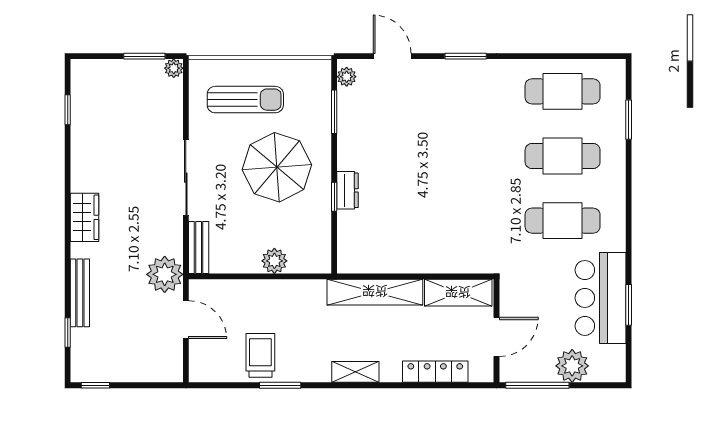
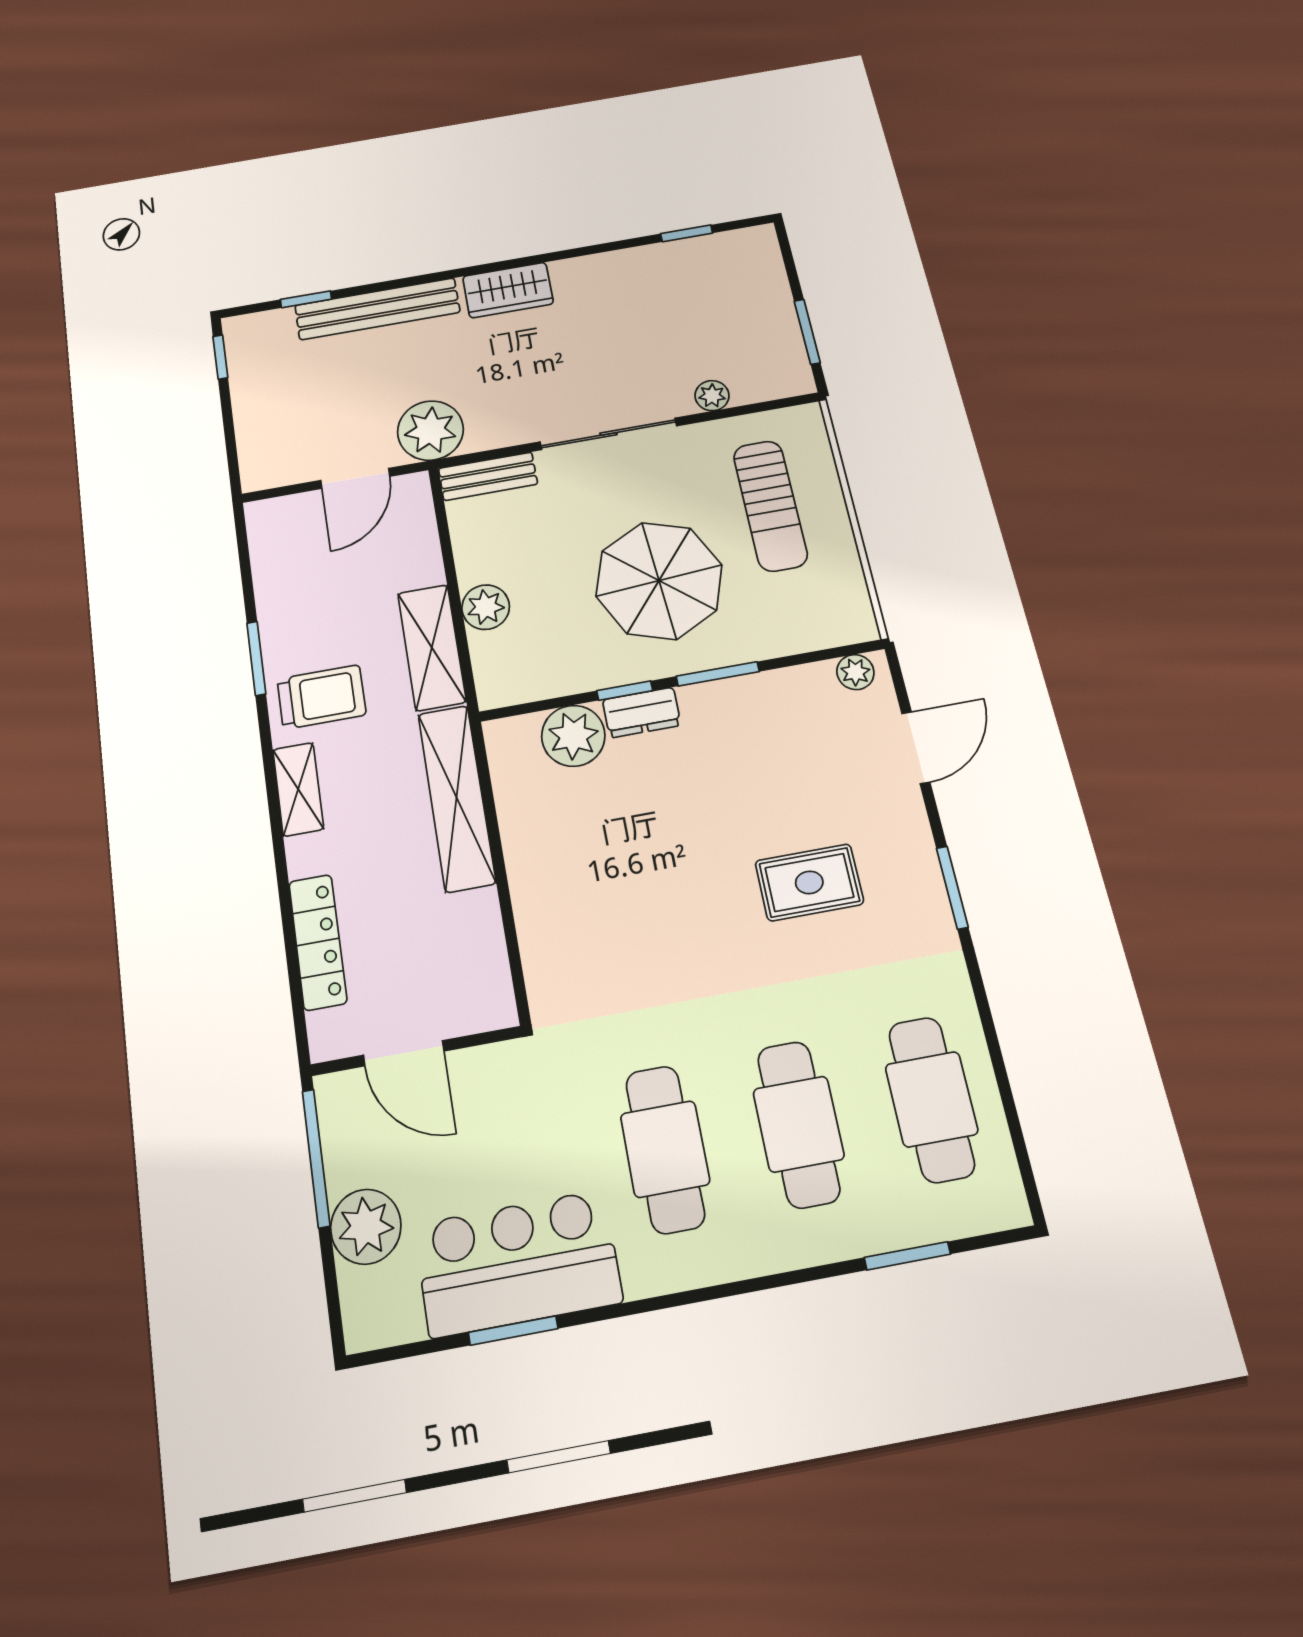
plant: (174, 68) -> (712, 396), moved
window: (334, 112) -> (718, 674), moved
rug: (450, 125) -> (809, 882), added
plant: (353, 227) -> (573, 736), added
bench: (80, 293) -> (377, 309), width x1.37, depth x1.21
shelving: (458, 293) -> (432, 647), moved
trolley: (260, 355) -> (322, 697), moved

